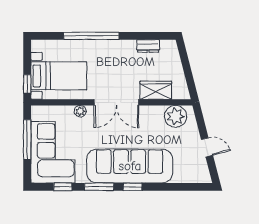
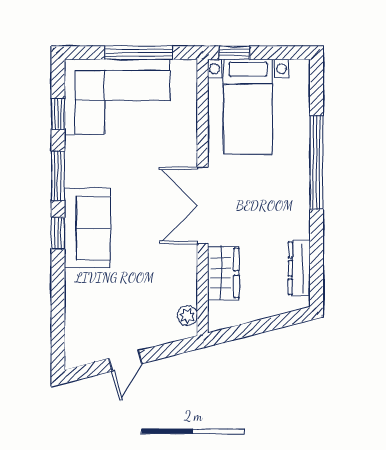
dresser: (148, 46) -> (299, 268), width x1.44
plant: (80, 111) -> (187, 143), removed
plant: (176, 116) -> (187, 316), width x0.53, depth x0.53
sofa: (130, 166) -> (87, 228), width x0.54, depth x0.79

